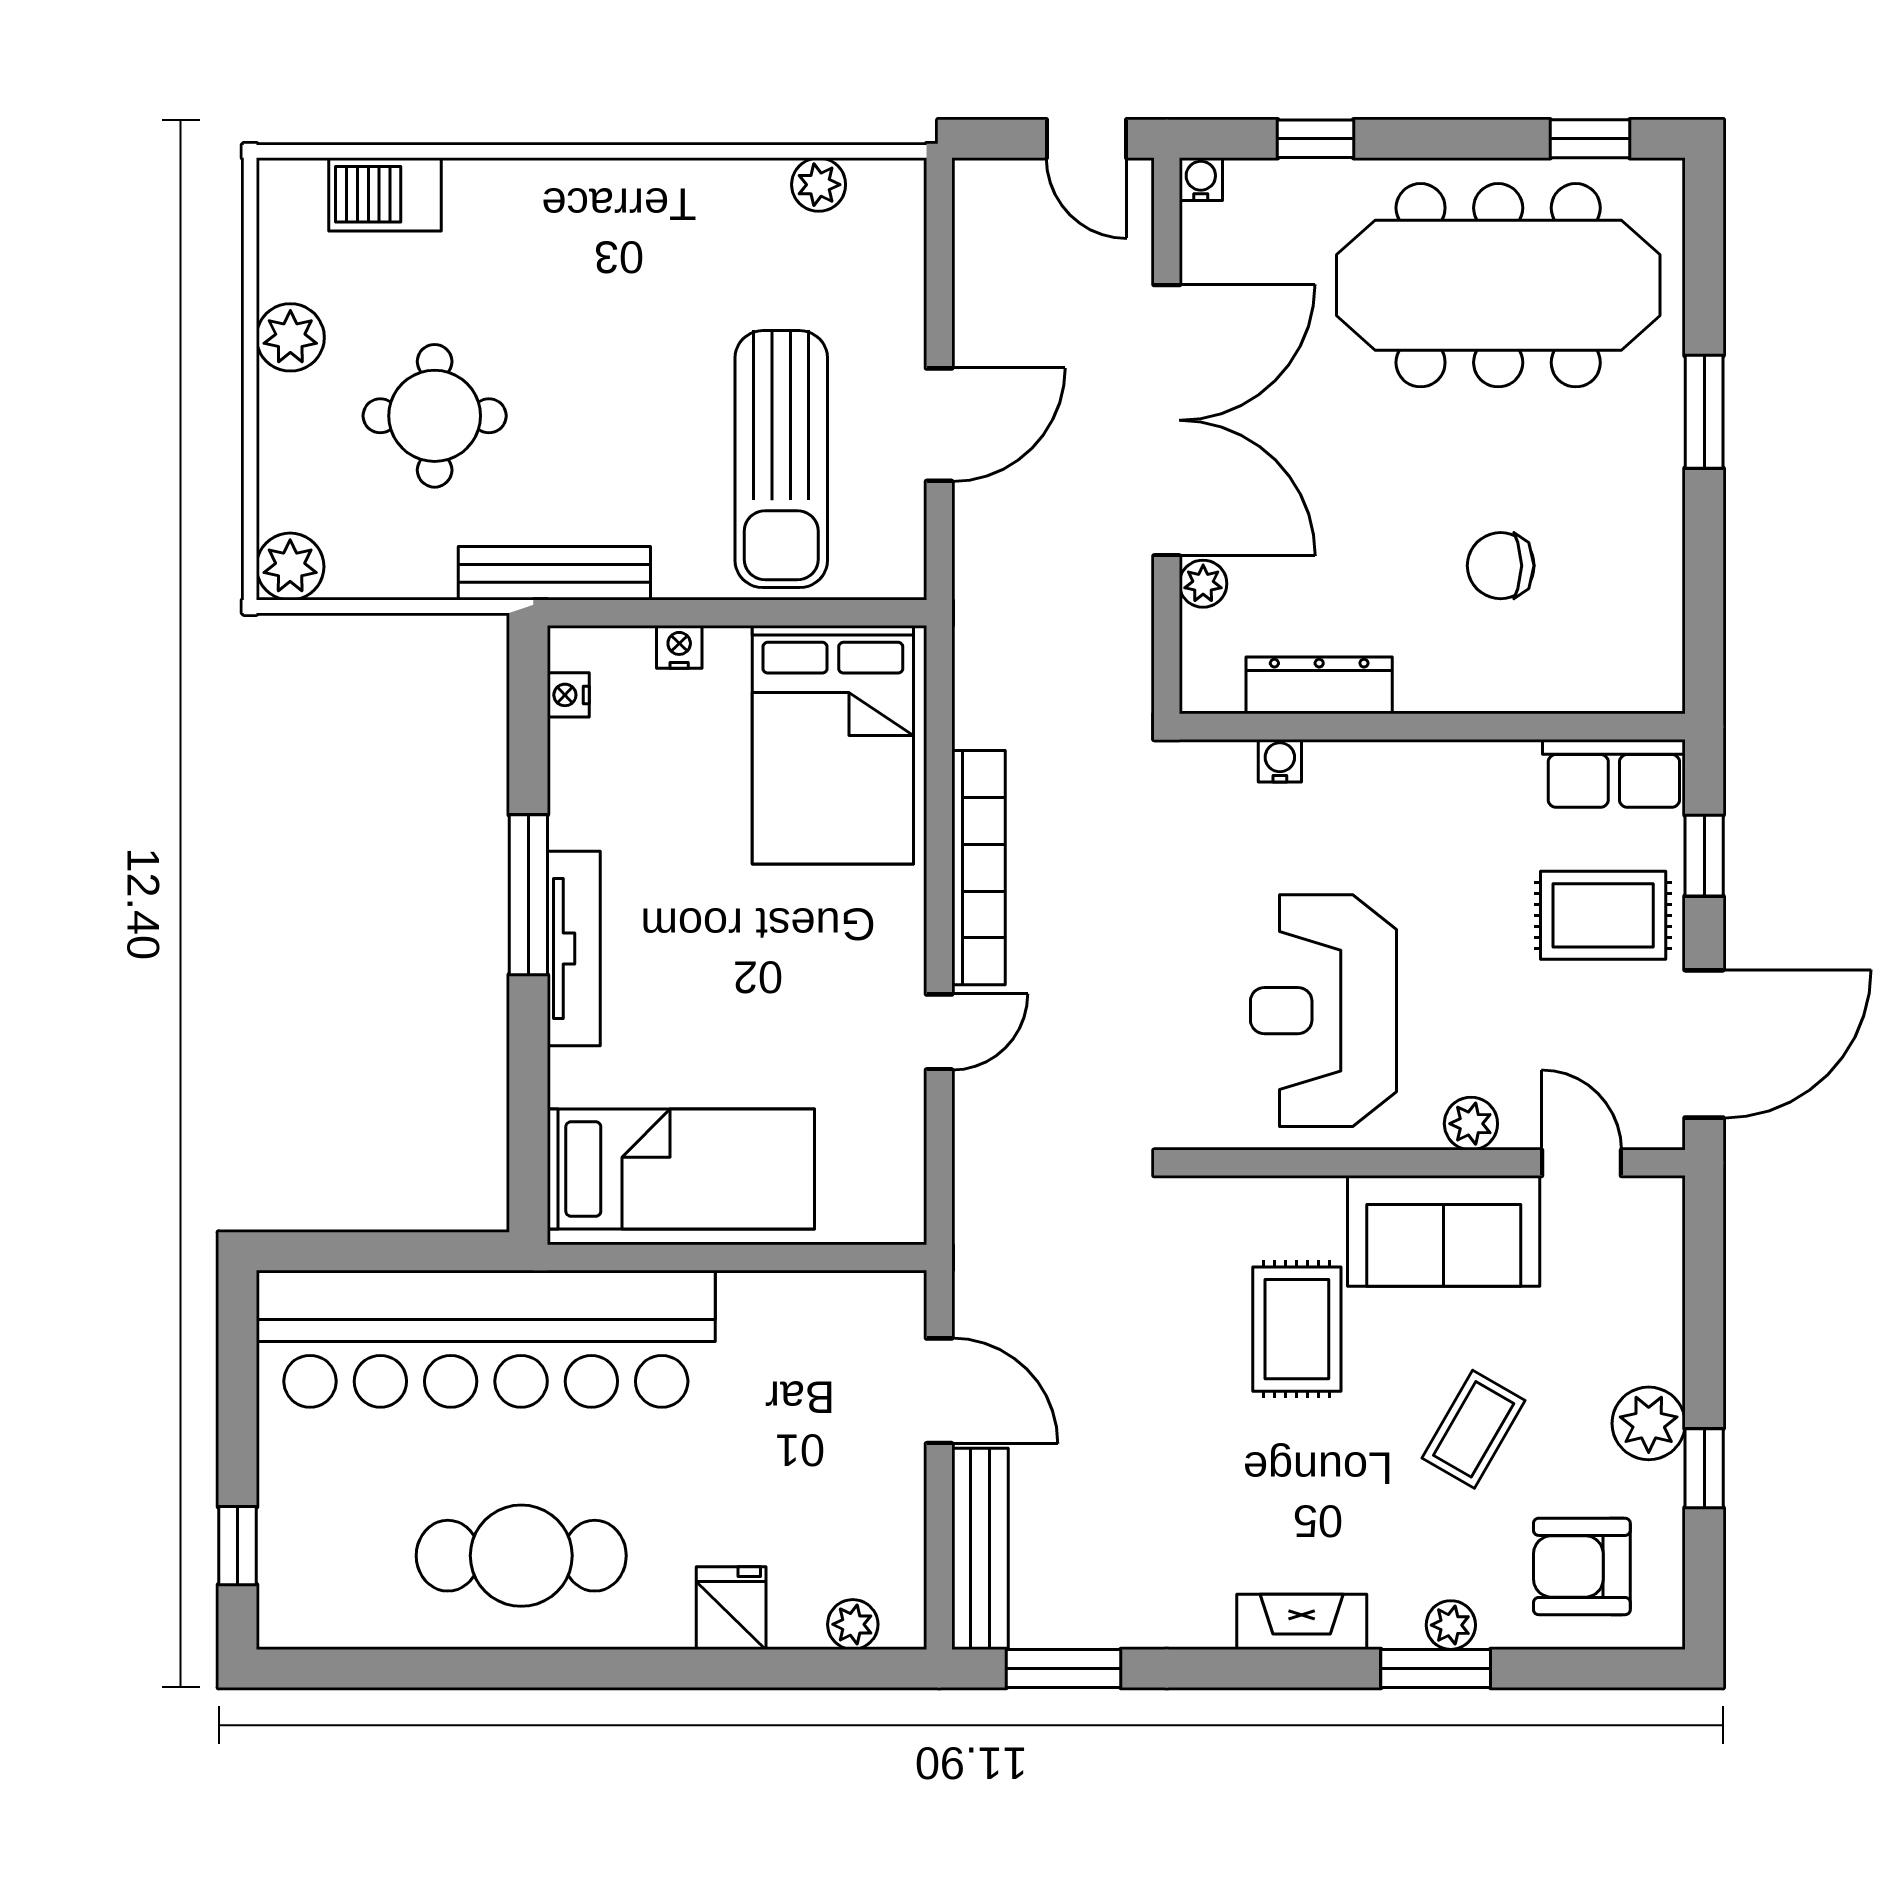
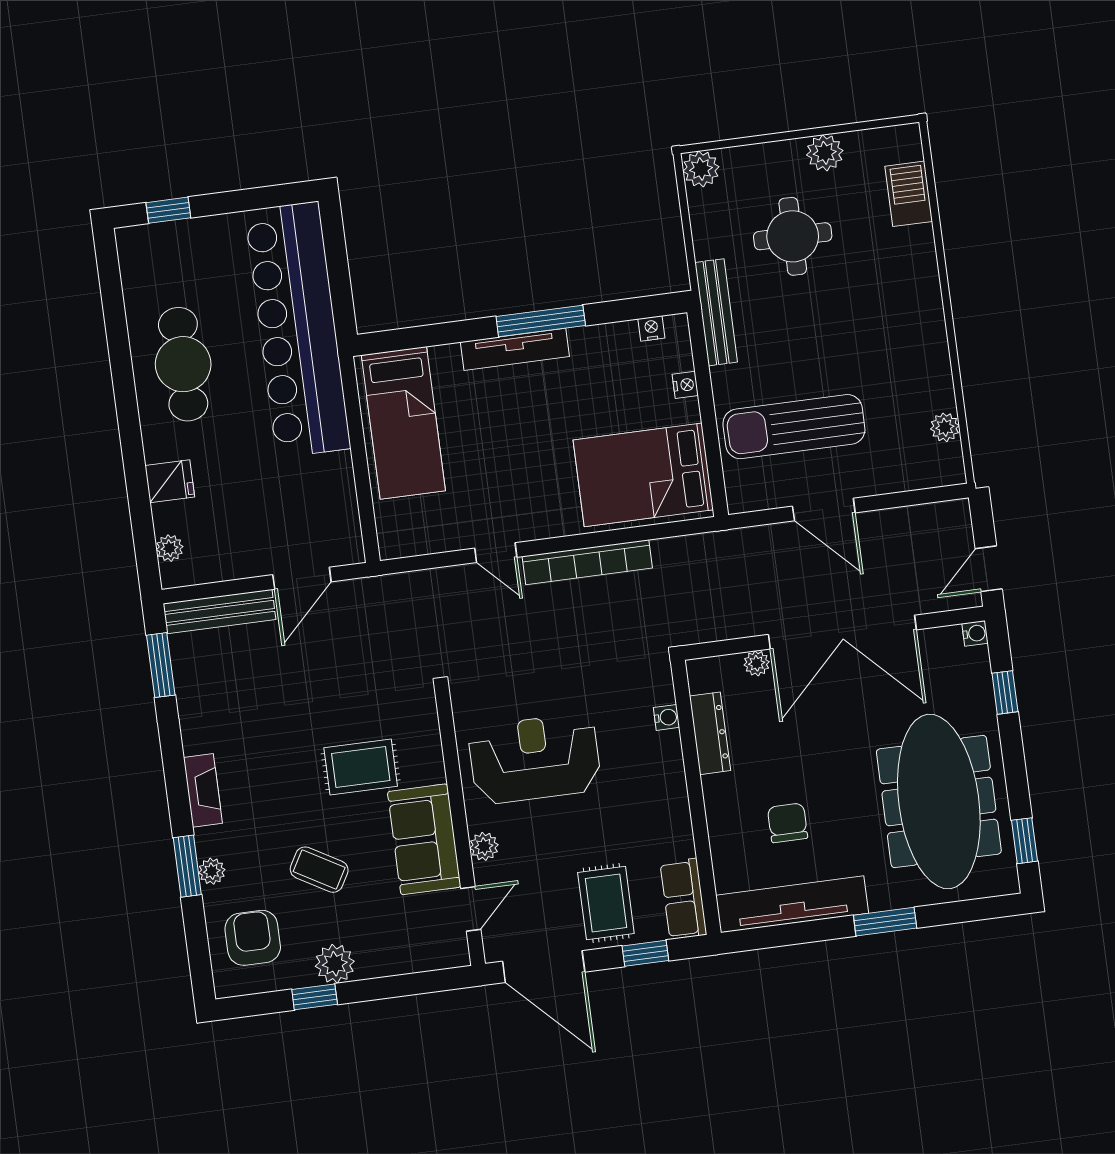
tv unit: (1650, 577) -> (792, 904), added

